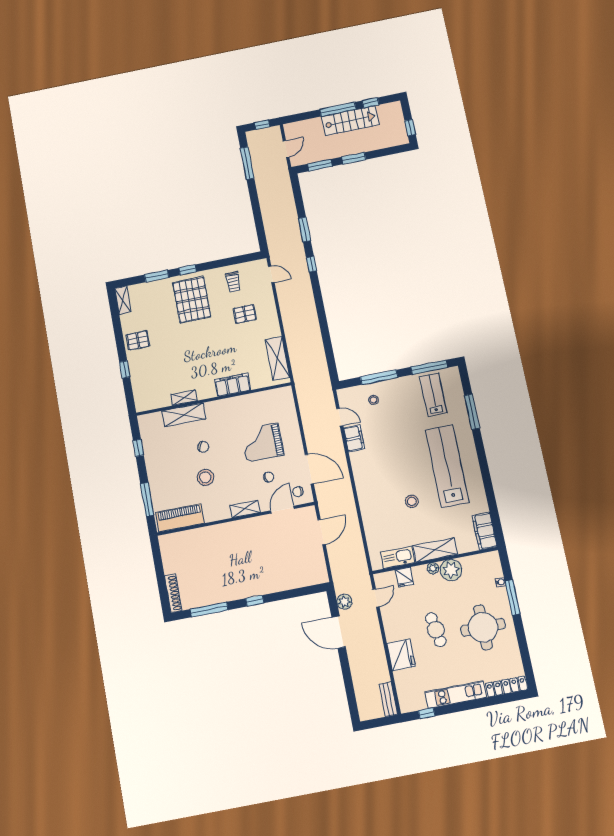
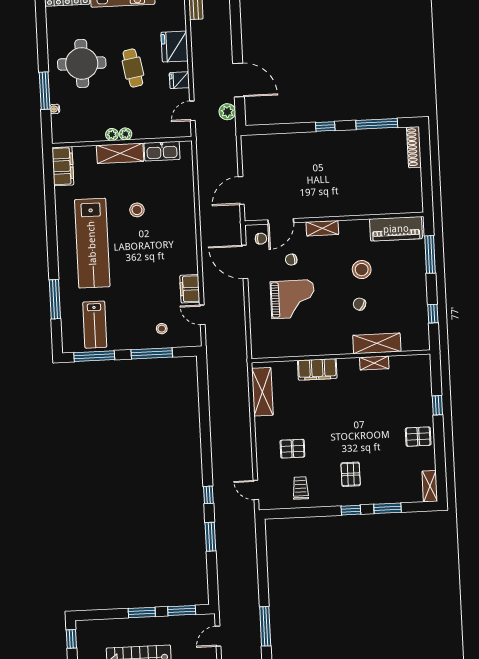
pallet: (192, 300) -> (351, 474), width x0.49, depth x0.50
plant: (451, 570) -> (112, 135), width x0.53, depth x0.53
fridge: (404, 577) -> (179, 80), moved, turned -90

